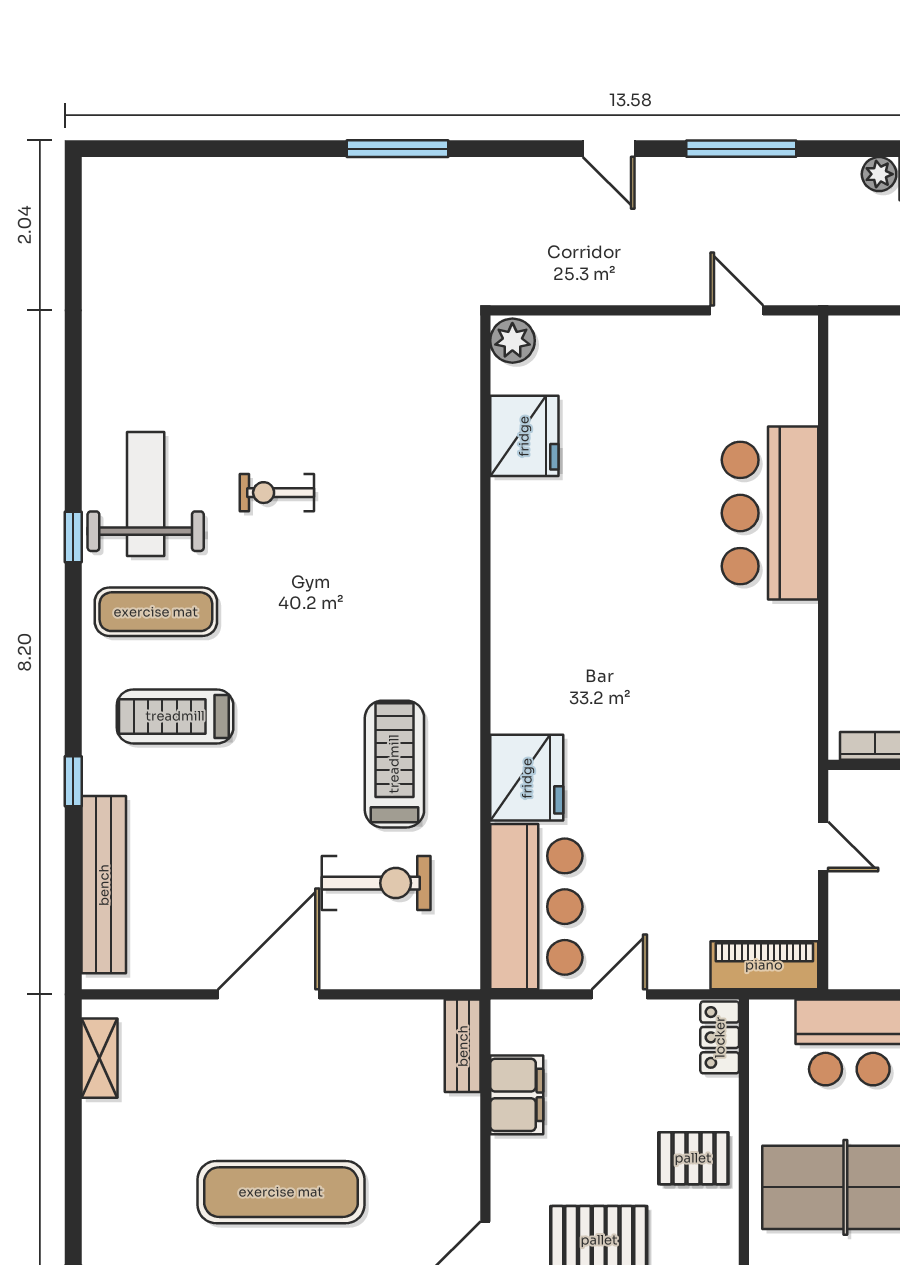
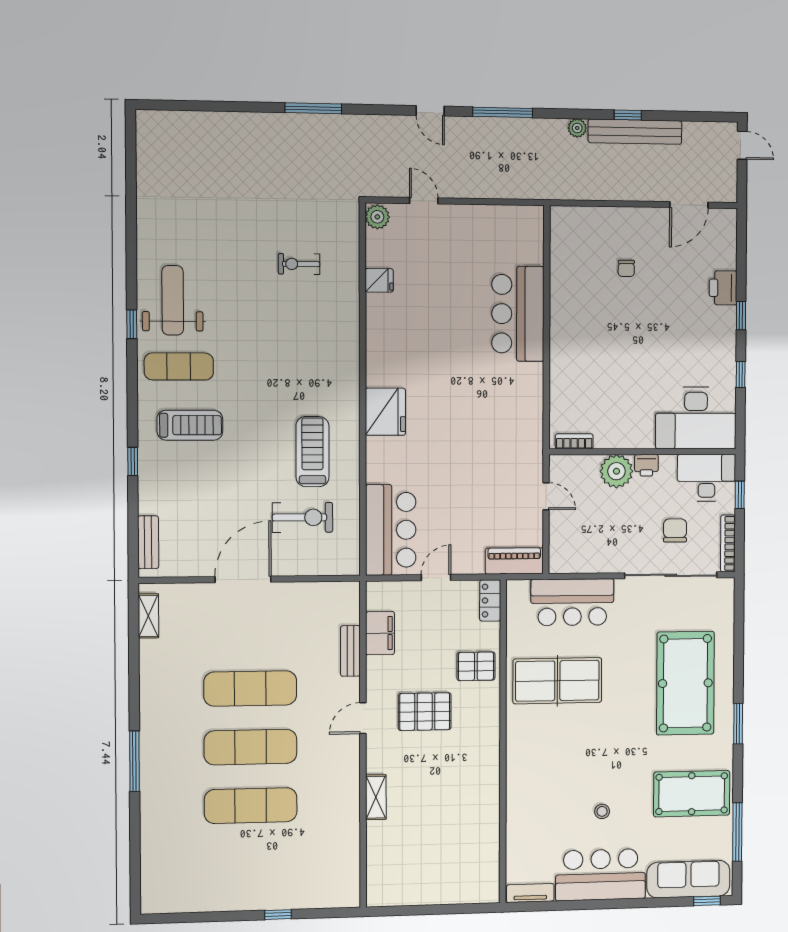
door: (737, 310) -> (424, 201), moved
fridge: (524, 436) -> (379, 280), width x0.53, depth x0.75
exercise bike: (277, 493) -> (299, 264), moved
treadmill: (175, 716) -> (190, 425), turned 180
fridge: (527, 778) -> (385, 412), moved
bench: (104, 885) -> (148, 542), width x0.54, depth x0.82
bench: (463, 1046) -> (350, 651), moved

